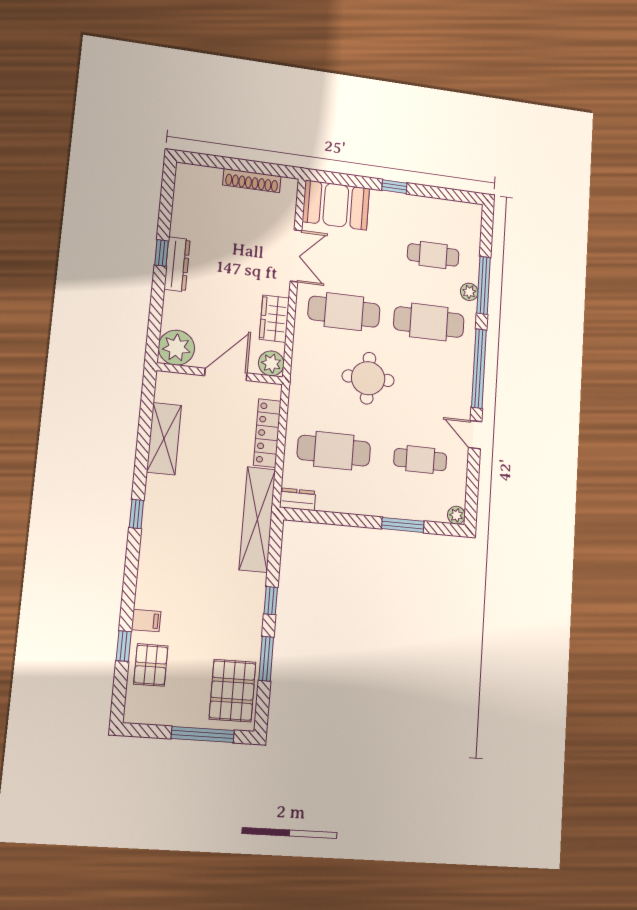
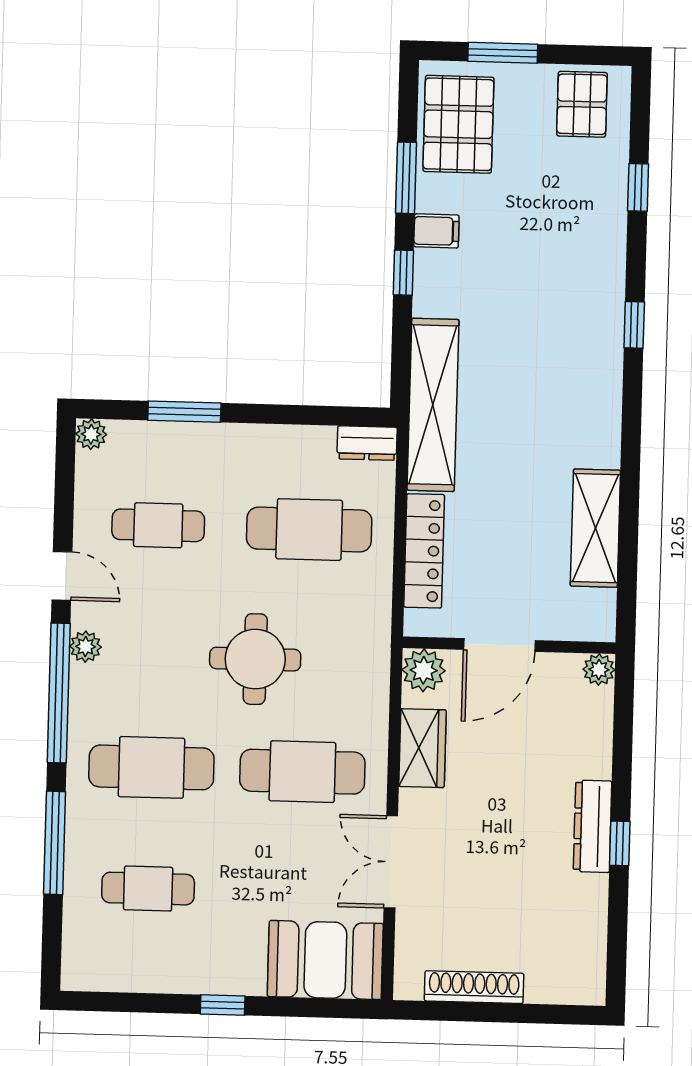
plant: (469, 292) -> (86, 647), moved
plant: (176, 348) -> (599, 670), width x0.53, depth x0.53
window: (136, 514) -> (634, 325), moved
filing cabinet: (146, 620) -> (436, 231), moved, turned 180
pallet: (151, 665) -> (582, 104), moved
window: (203, 735) -> (503, 53), width x0.69

